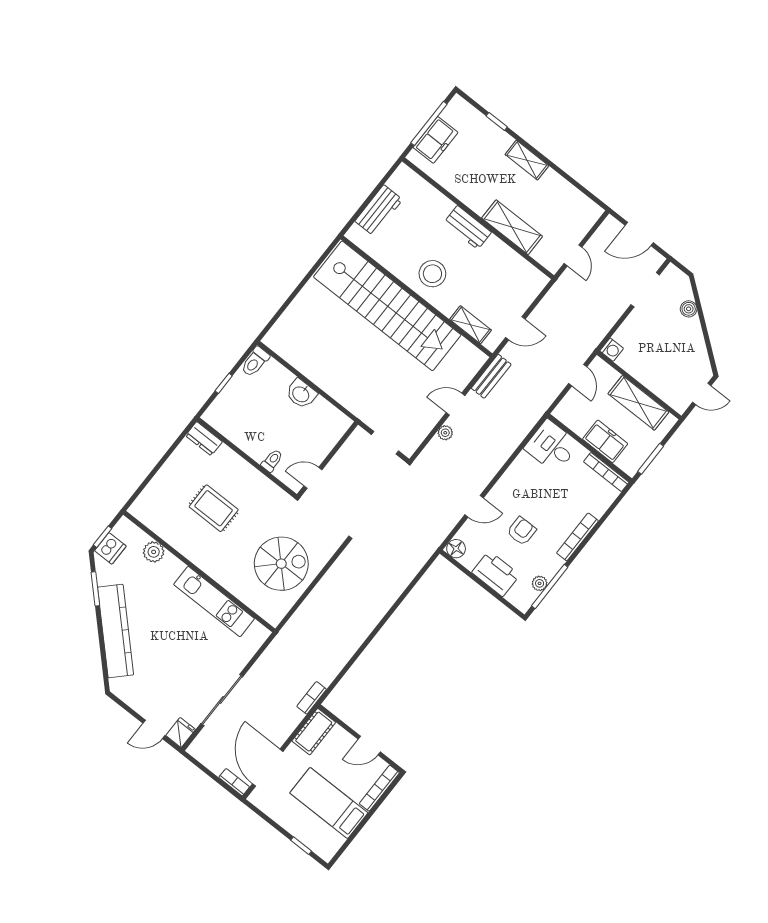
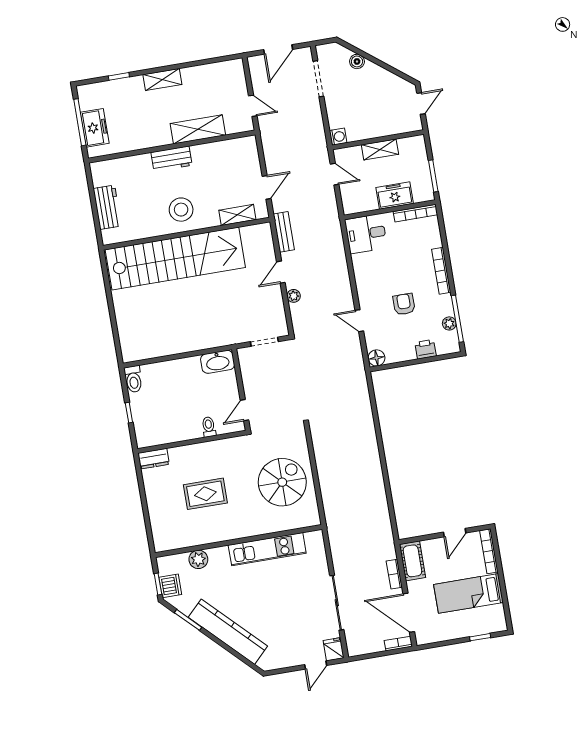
washbasin: (301, 394) -> (218, 362), moved, width x1.38
shelving: (638, 403) -> (380, 150), width x0.67, depth x0.75
door: (474, 506) -> (359, 321), swing flipped
printer: (496, 574) -> (426, 349), width x0.53, depth x0.68
bookcase: (312, 698) -> (394, 574), moved

